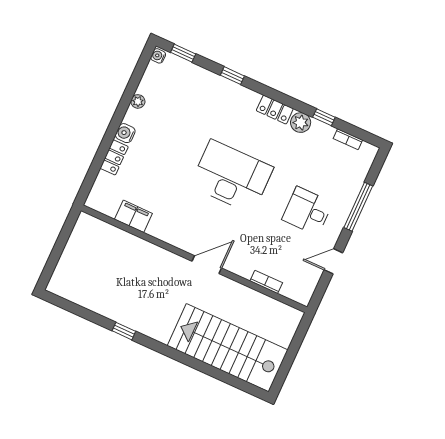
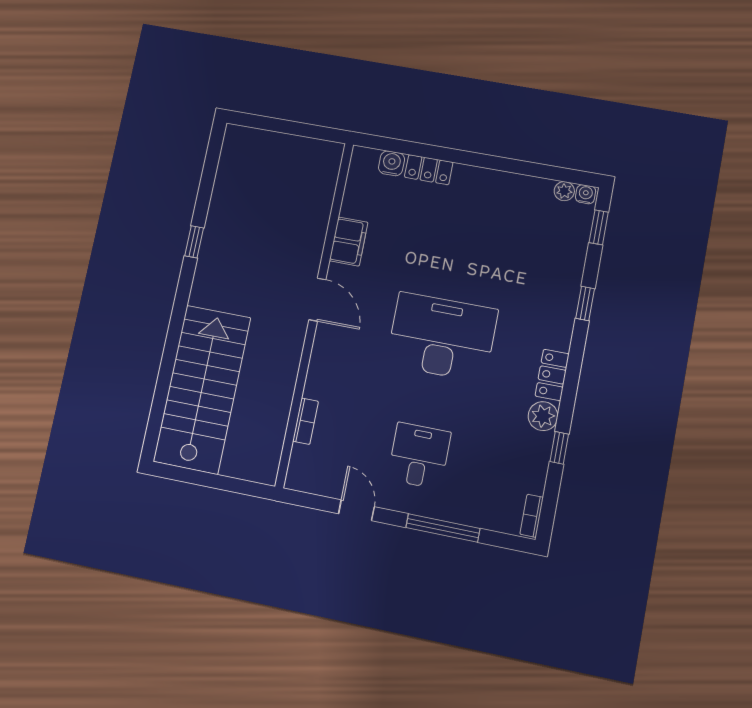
plant: (138, 101) -> (564, 191), moved
water cooler: (125, 133) -> (392, 163), moved
bookcase: (348, 139) -> (532, 516), moved
desk: (232, 177) -> (442, 337), turned -90
filing cabinet: (133, 216) -> (349, 242), moved
door: (207, 265) -> (317, 300), moved

